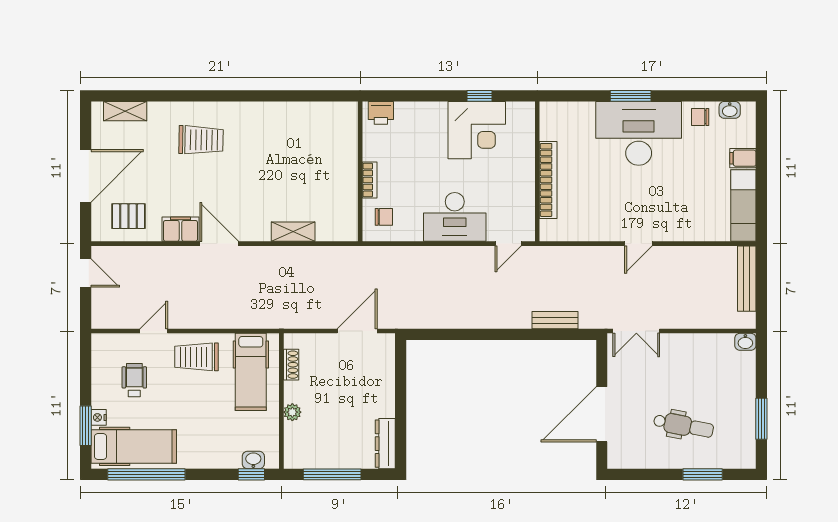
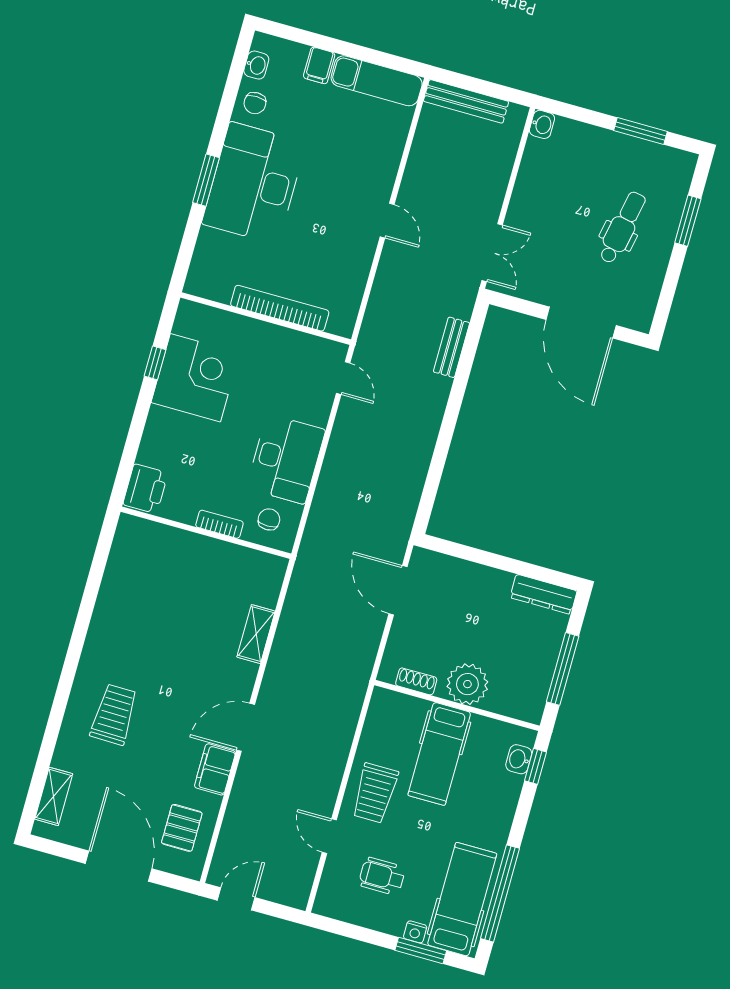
printer: (381, 113) -> (145, 489), width x1.36, depth x1.24
desk: (455, 217) -> (286, 459), moved
hospital bed: (251, 372) -> (439, 754), moved, turned 90
plant: (292, 412) -> (467, 684), width x1.88, depth x1.88

